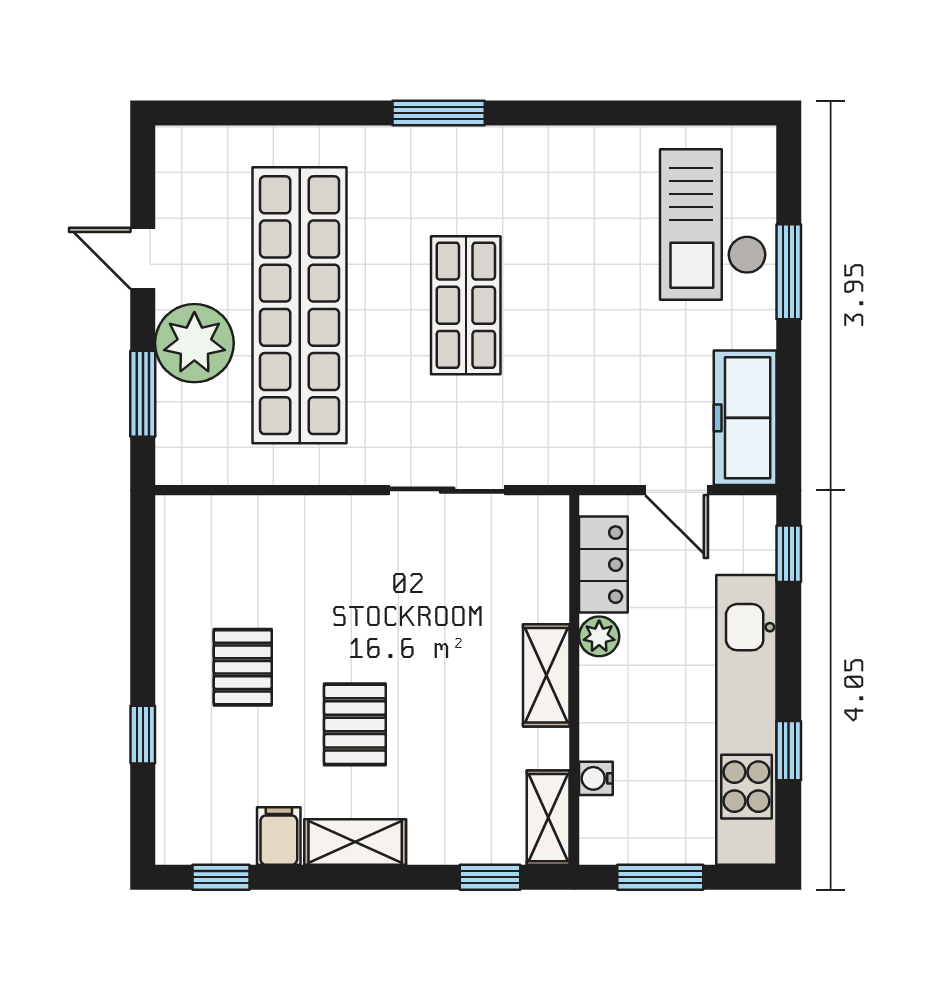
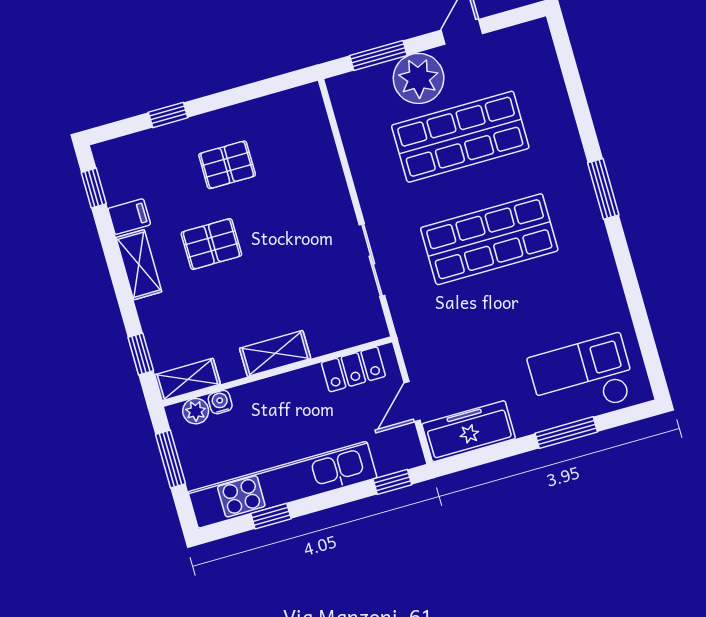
shop shelf: (300, 305) -> (460, 137), width x0.71
shop shelf: (466, 305) -> (489, 239), width x1.43, depth x1.36
plant: (599, 636) -> (196, 411), moved

